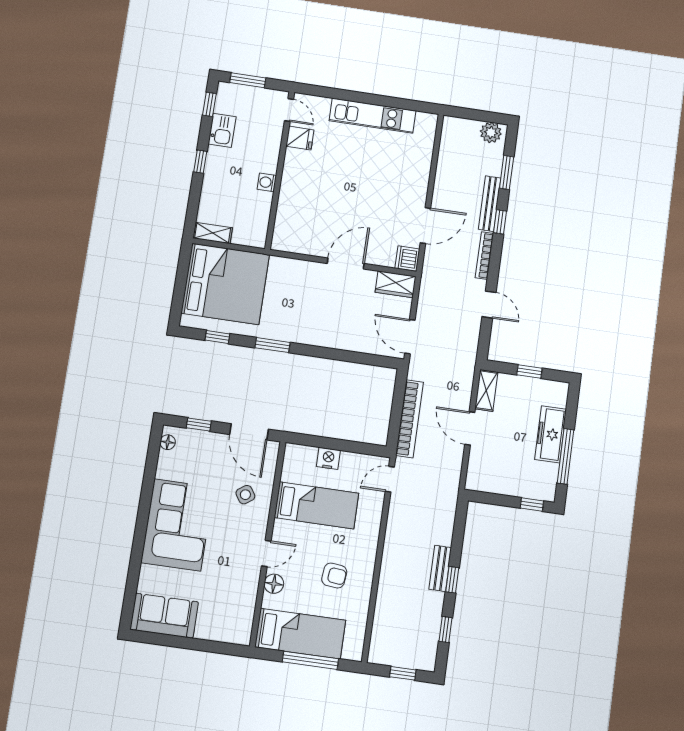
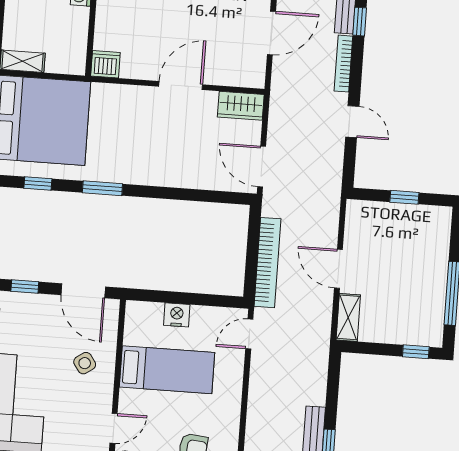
dishwasher: (407, 259) -> (105, 64), moved, turned 90
shelving: (486, 390) -> (348, 317), moved
freezer: (551, 434) -> (433, 269), removed

